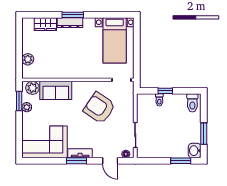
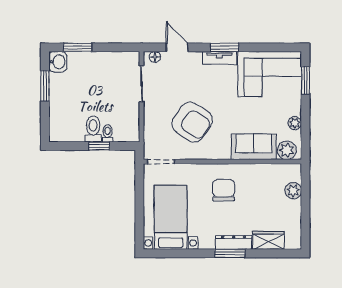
chair: (77, 60) -> (224, 190), added
window: (19, 101) -> (305, 80), moved
toilet: (192, 103) -> (93, 129), moved

